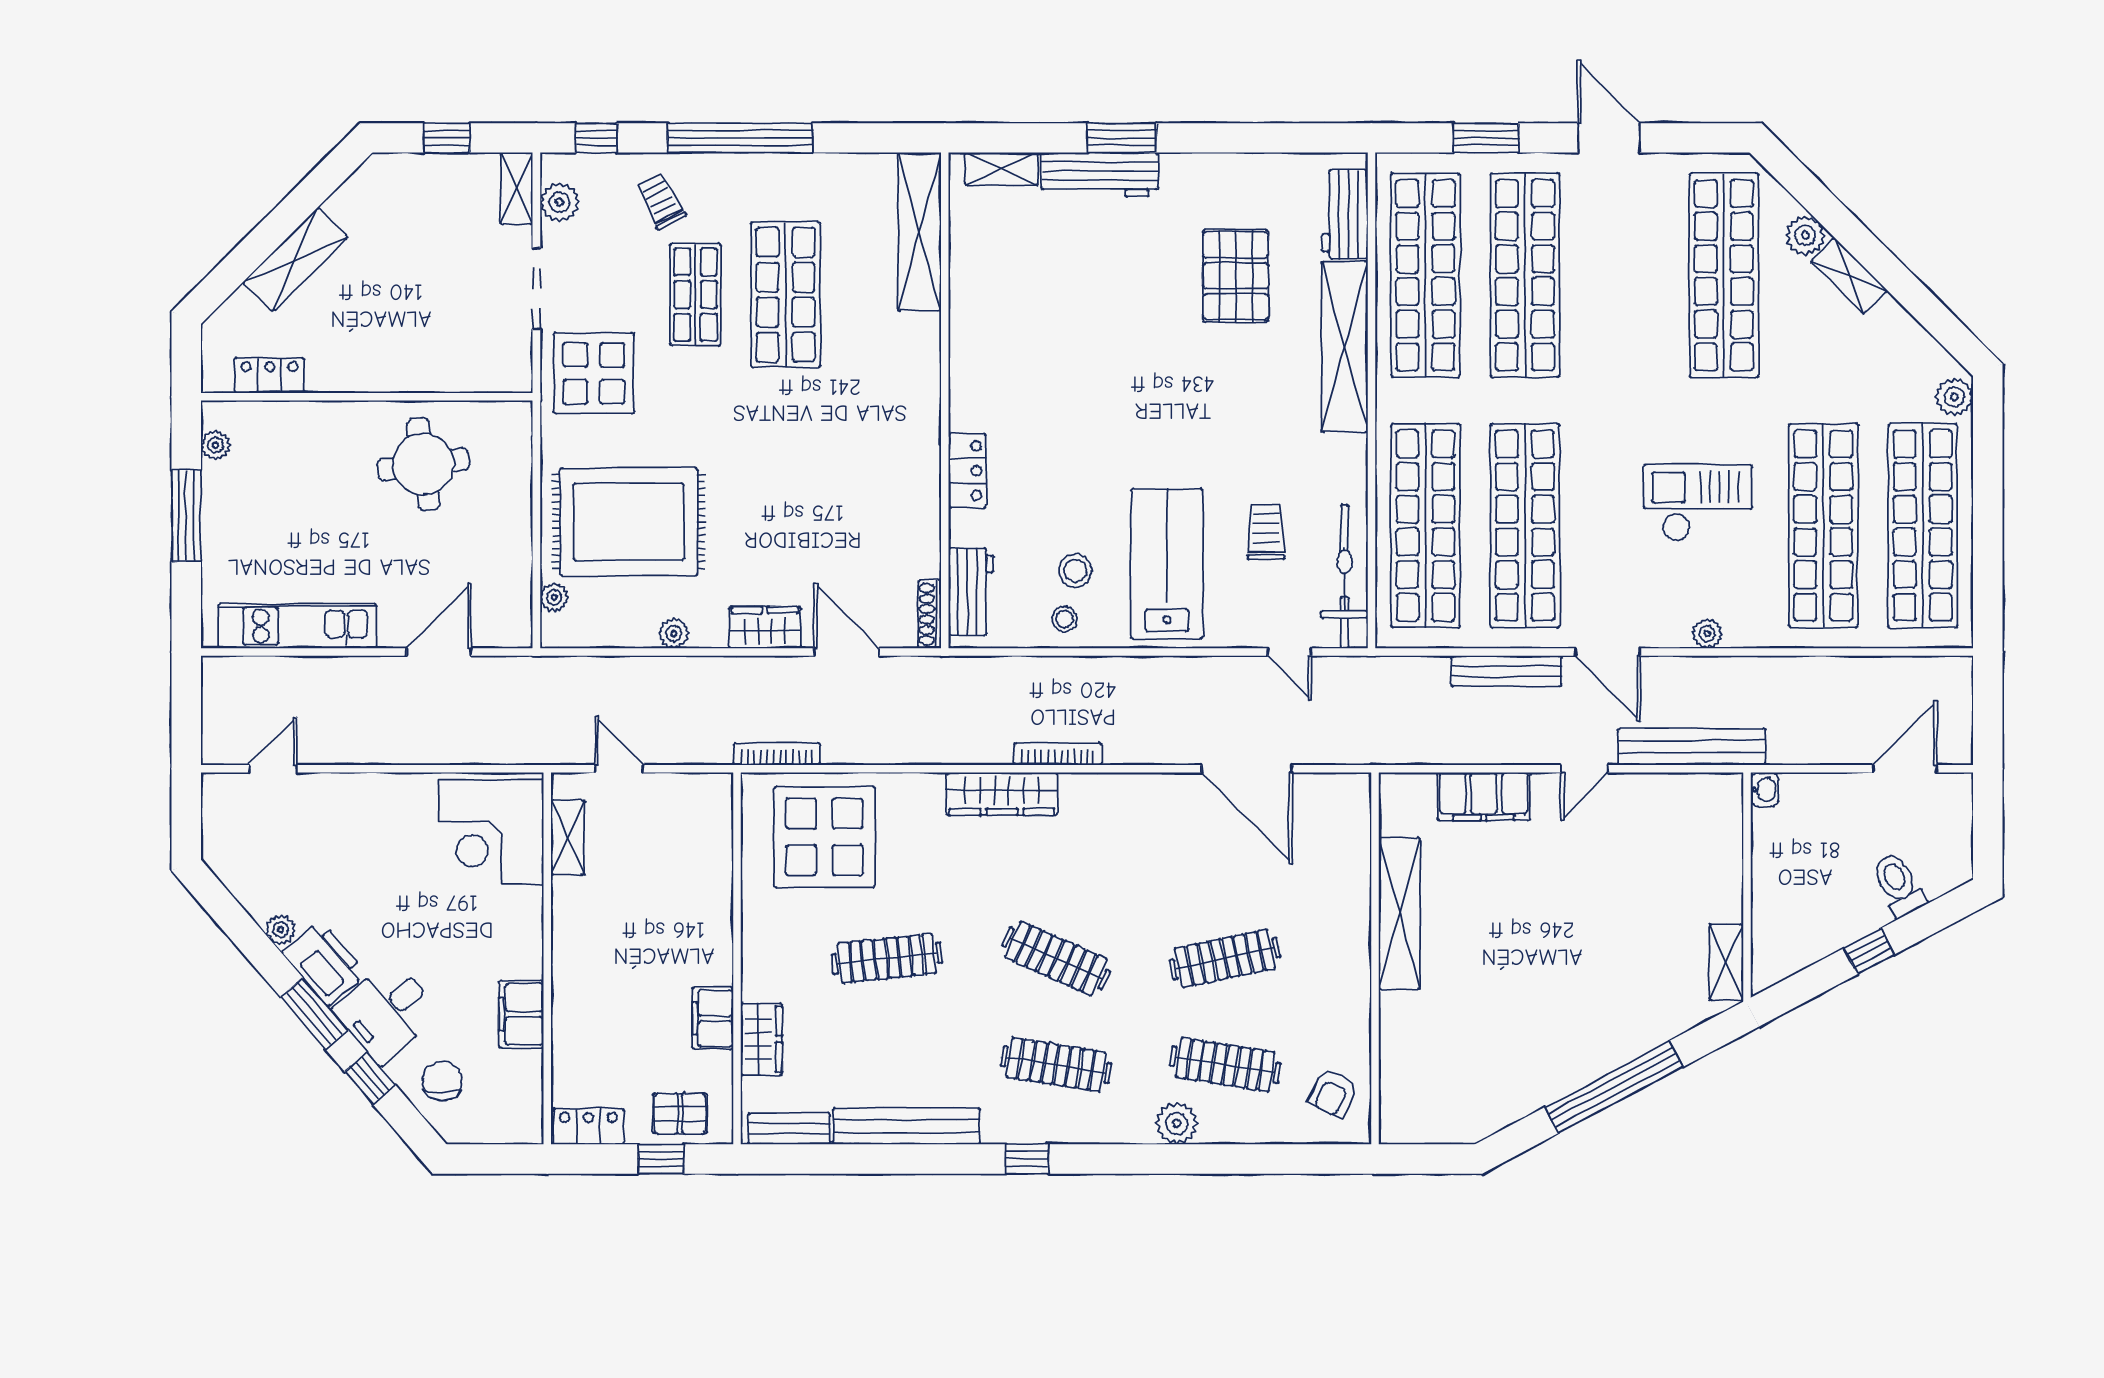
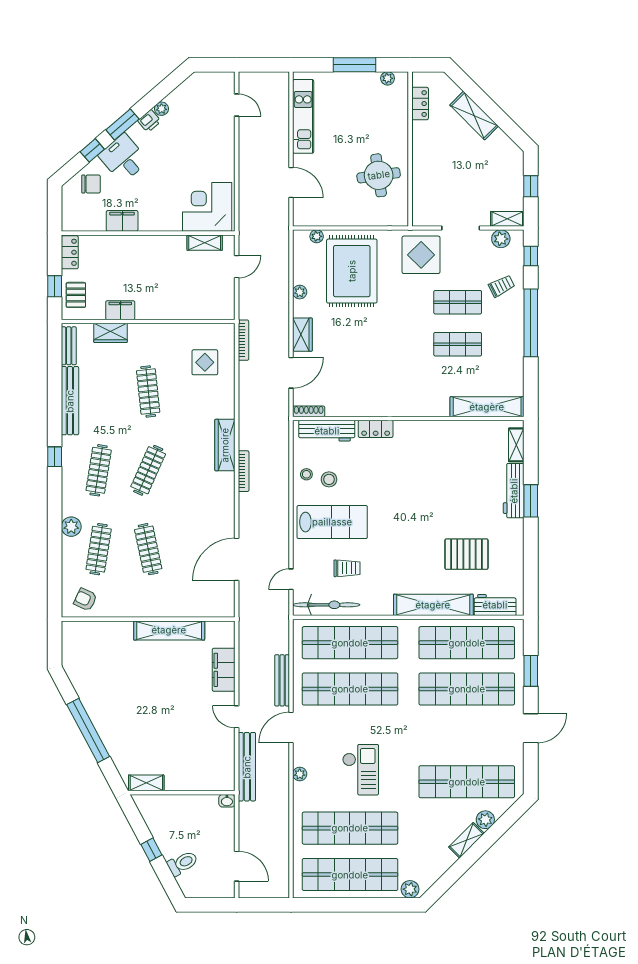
shop shelf: (786, 295) -> (458, 344), width x0.70, depth x0.74
workbench: (971, 592) -> (327, 431), width x1.38
display table: (824, 837) -> (205, 362), width x0.54, depth x0.54
printer: (324, 963) -> (149, 121), width x0.53, depth x0.68

